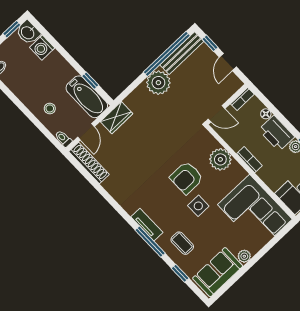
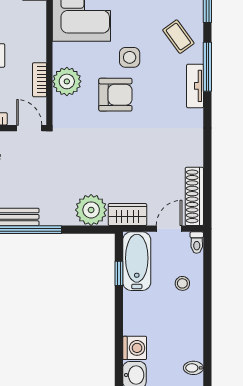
plant: (158, 83) -> (91, 210), moved
bookcase: (249, 160) -> (40, 80), moved
coffee table: (182, 243) -> (178, 37), turned -36

